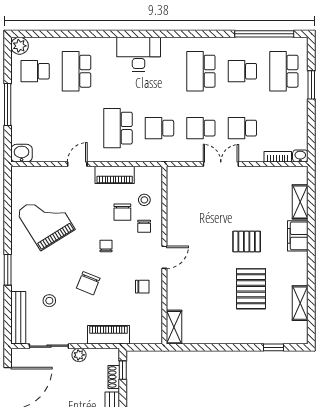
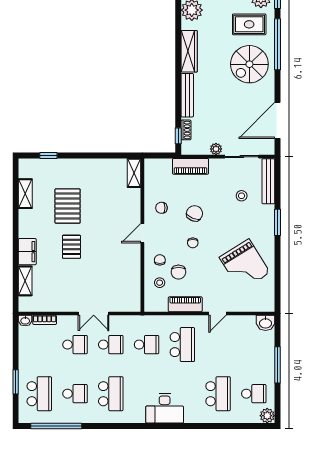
chair: (122, 212) -> (178, 272), turned 180
pallet: (247, 242) -> (71, 247), turned 90
chair: (88, 283) -> (194, 213), moved

